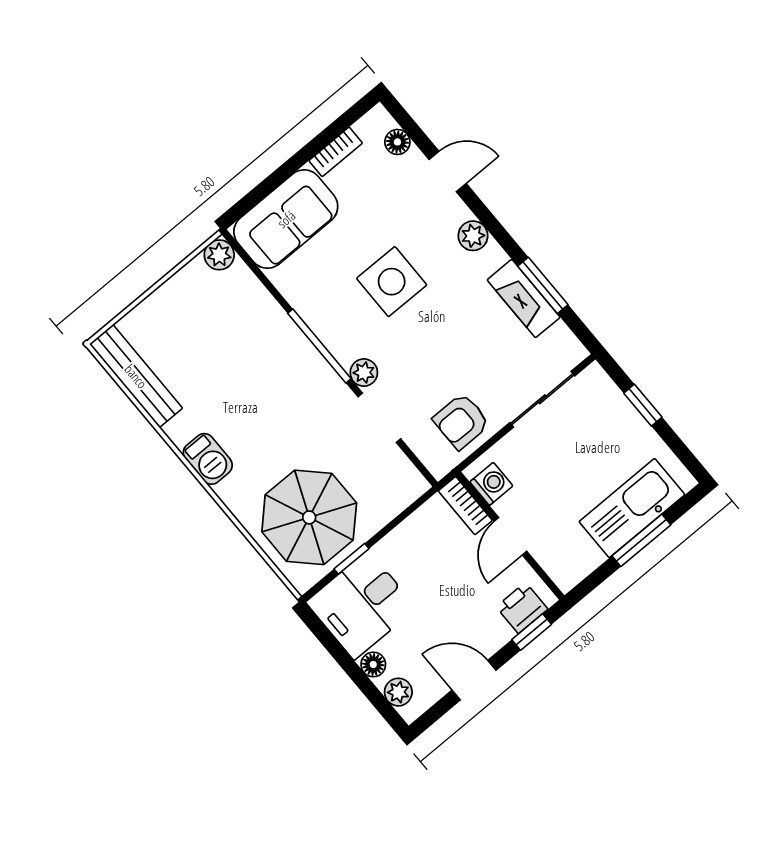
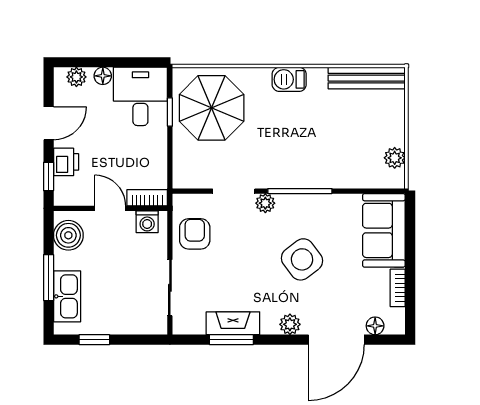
door: (448, 172) -> (336, 340), width x1.88
plant: (219, 255) -> (395, 158), moved
side table: (392, 282) -> (302, 259), turned -37
window: (643, 405) -> (94, 340), moved
kitchen sink: (632, 508) -> (67, 296), width x0.73, depth x0.81
boiler: (577, 557) -> (68, 235), added
printer: (522, 608) -> (66, 162), moved

